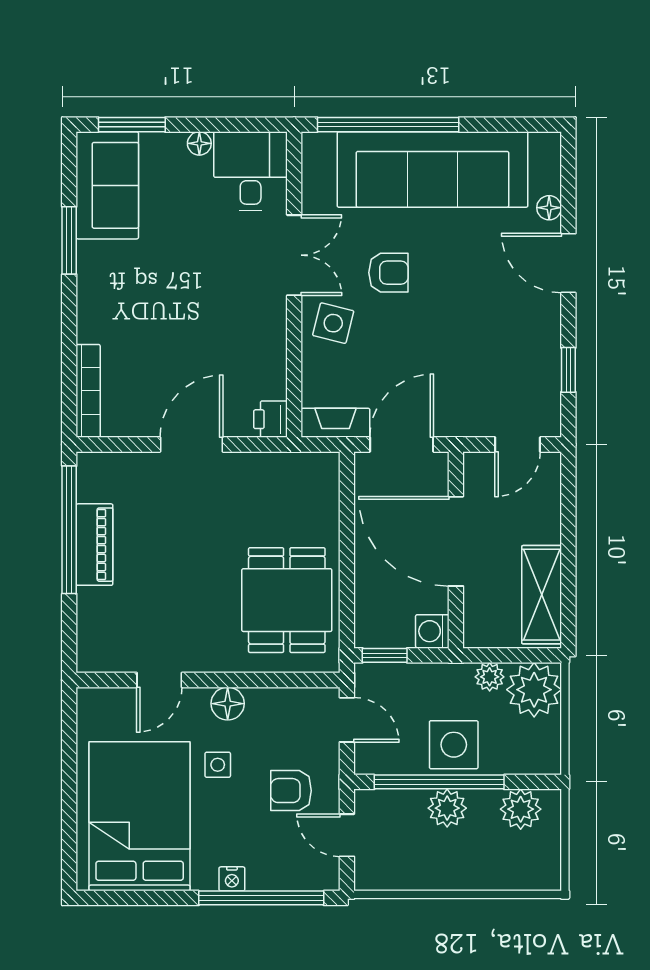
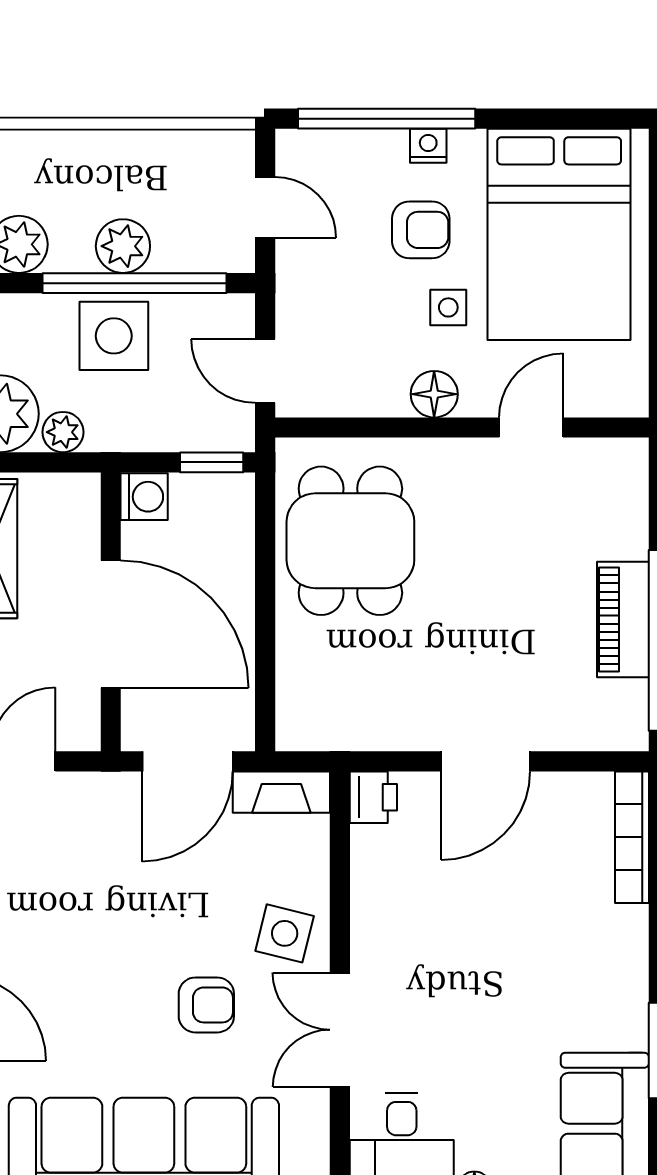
armchair: (388, 273) -> (206, 1005), turned 180
armchair: (291, 791) -> (421, 230), moved

